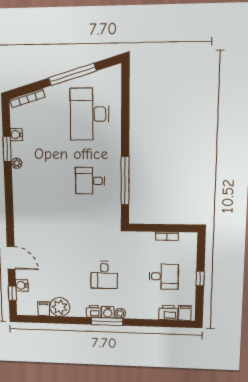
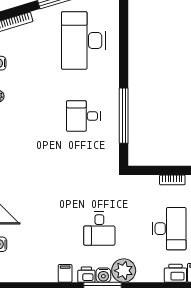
desk: (164, 276) -> (169, 229), width x1.37
plant: (60, 307) -> (45, 270), removed
filing cabinet: (44, 309) -> (65, 273), moved
plant: (120, 313) -> (124, 271), width x1.87, depth x1.87

